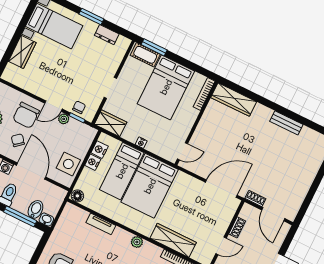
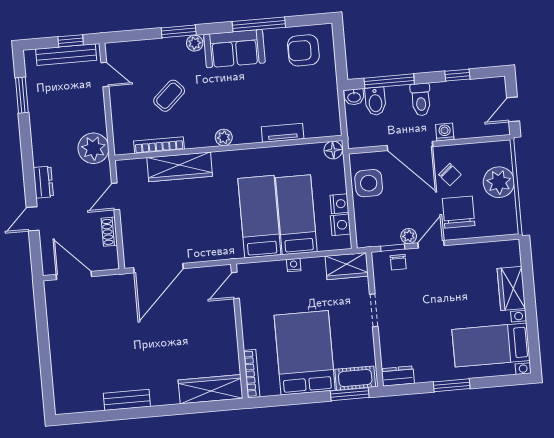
dresser: (107, 35) -> (398, 376), moved
bed: (150, 186) -> (259, 217), width x0.67
shoe rack: (255, 199) -> (108, 282), removed

